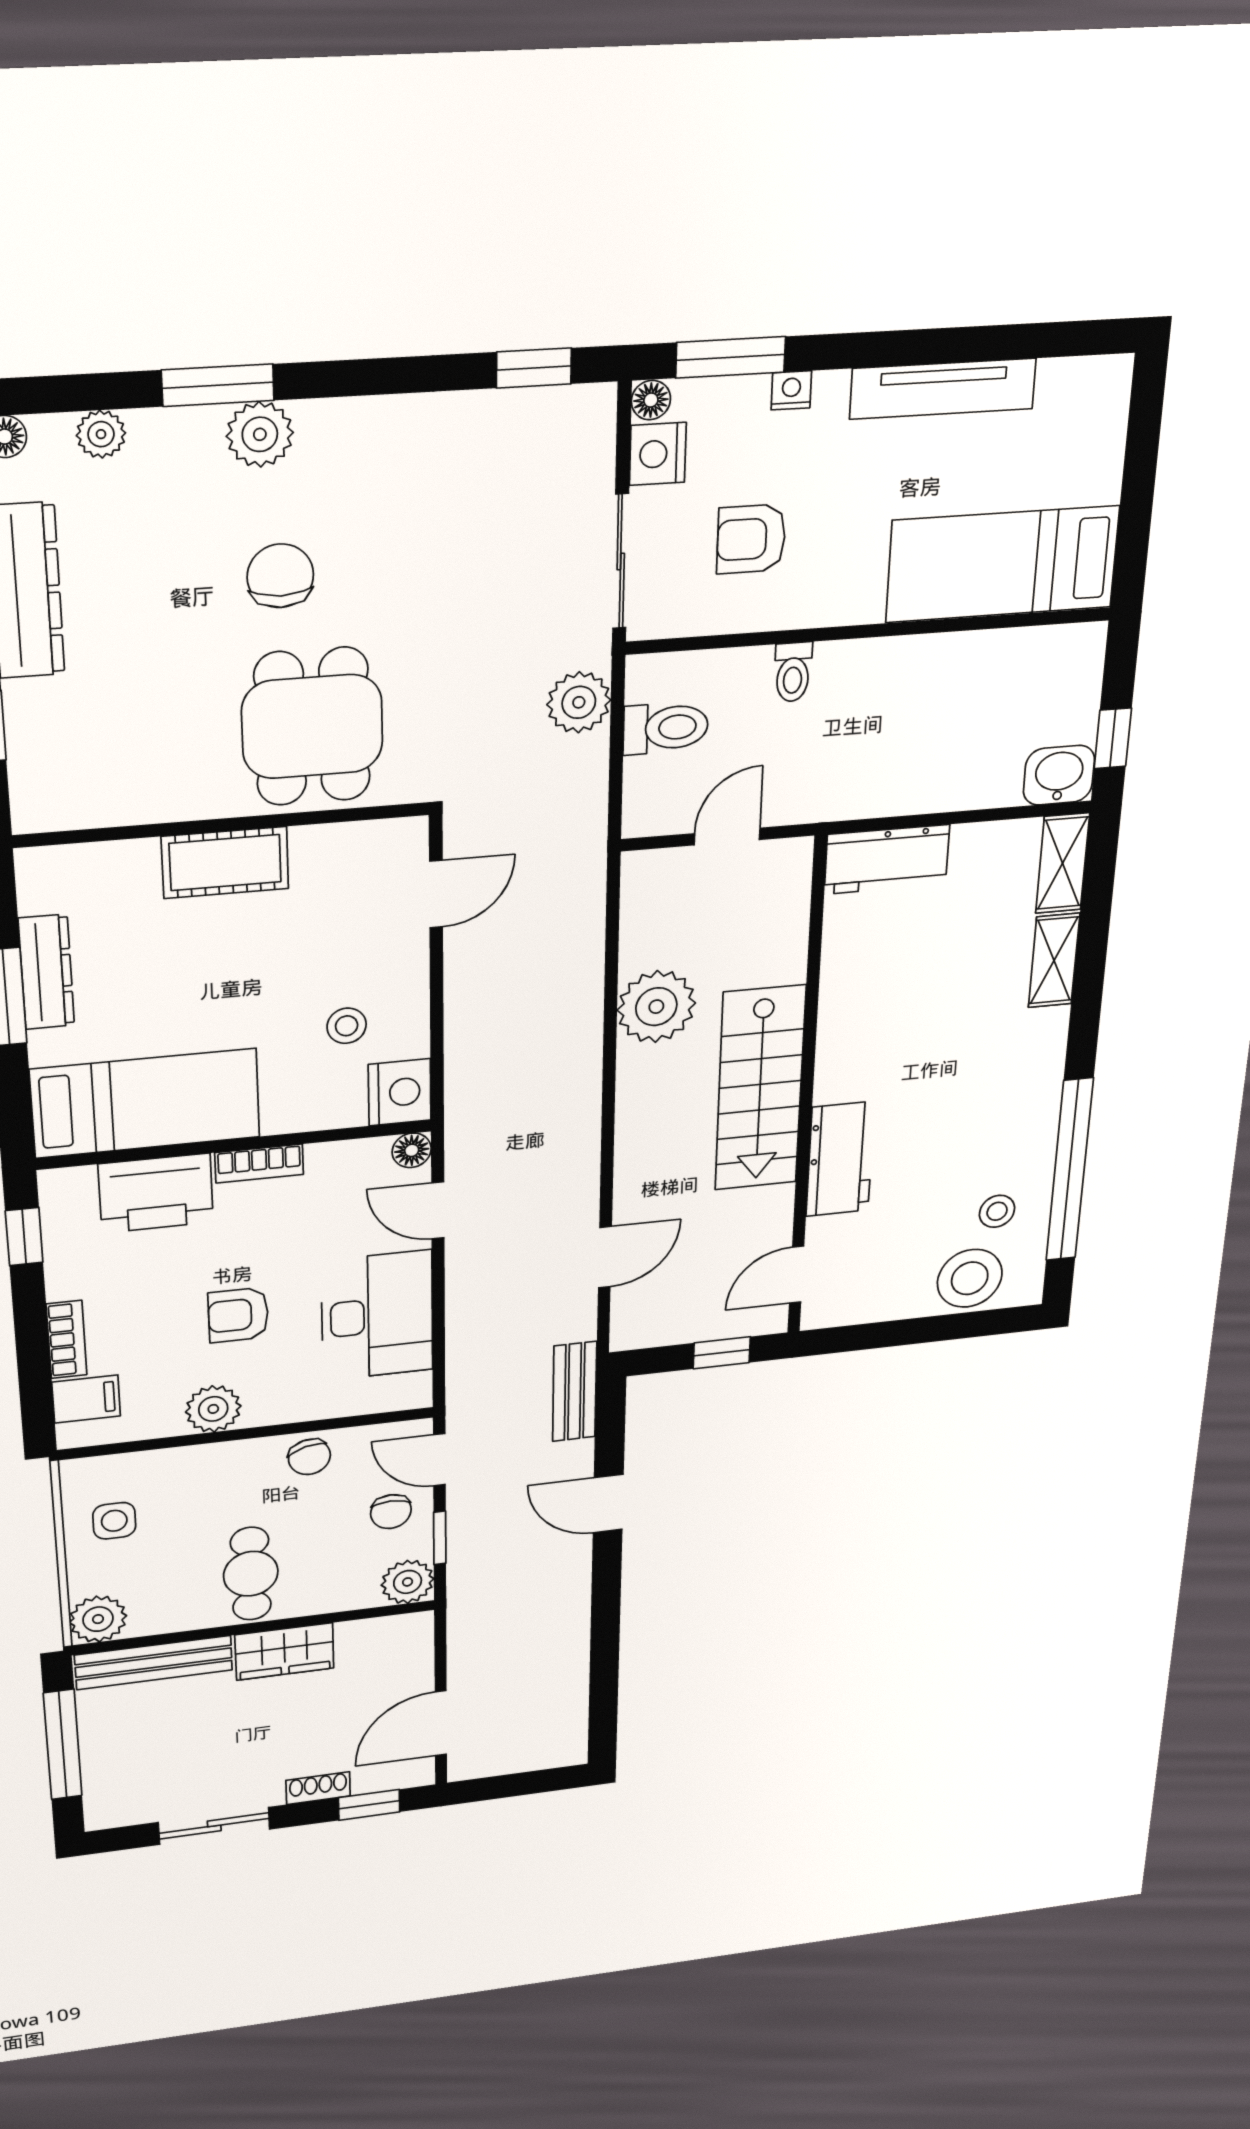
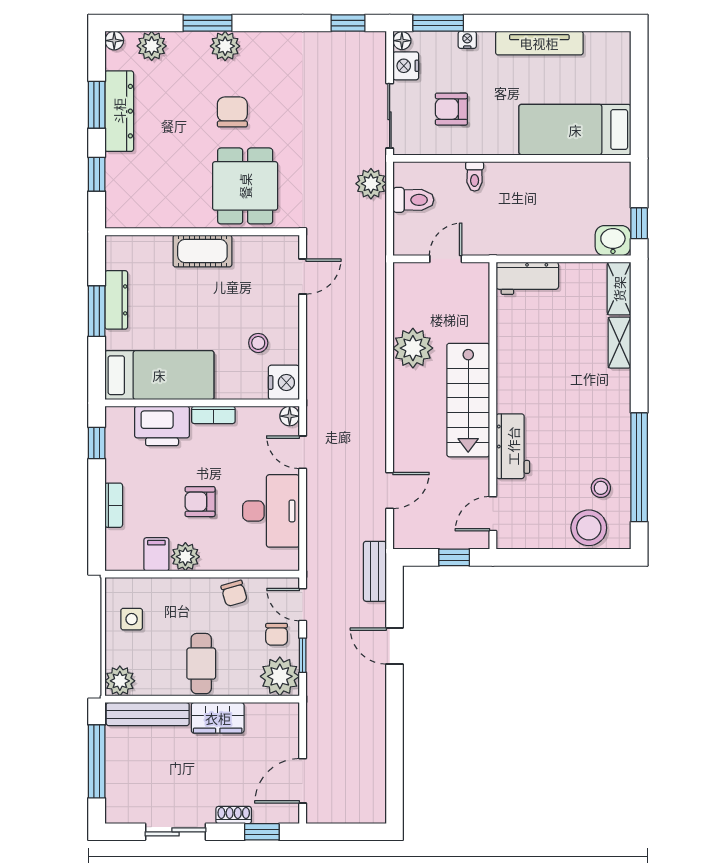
plant: (101, 434) -> (152, 46), width x1.38, depth x1.38
filing cabinet: (86, 1399) -> (156, 554), moved, turned -90
plant: (408, 1582) -> (280, 676), width x1.36, depth x1.36

